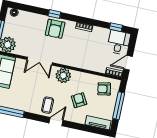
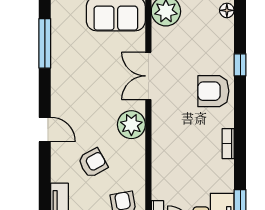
window: (54, 14) -> (240, 65), moved
coffee table: (48, 105) -> (71, 108), removed

